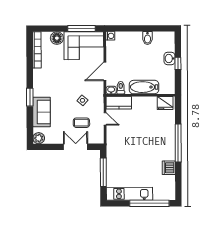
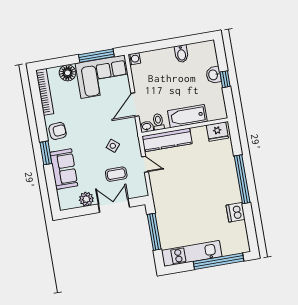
armchair: (42, 82) -> (58, 131), added
kitchen counter: (119, 103) -> (167, 140), width x1.50
plant: (39, 138) -> (86, 199), moved

